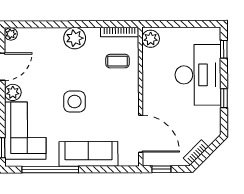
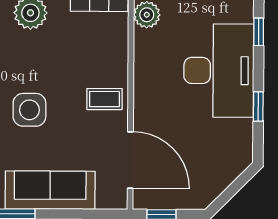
coffee table: (118, 61) -> (104, 99), moved
bookcase: (196, 153) -> (215, 189), removed

